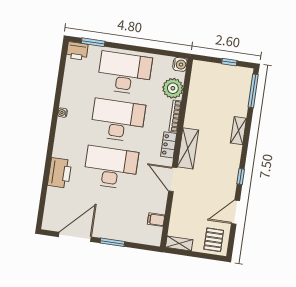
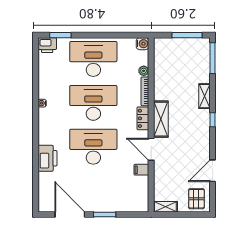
window: (229, 62) -> (187, 35), width x2.17
plant: (173, 88) -> (144, 71), width x0.53, depth x0.53
window: (241, 176) -> (213, 120), moved
filing cabinet: (156, 220) -> (141, 170), moved
door: (75, 237) -> (70, 214), hinge flipped

